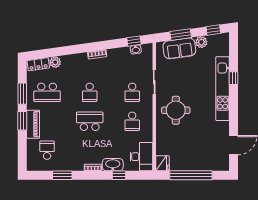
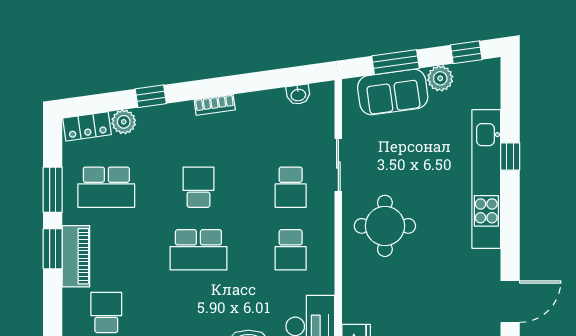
window: (134, 41) -> (151, 96), moved
school desk: (90, 92) -> (198, 187), turned 180
school desk: (90, 121) -> (198, 250), turned 180

